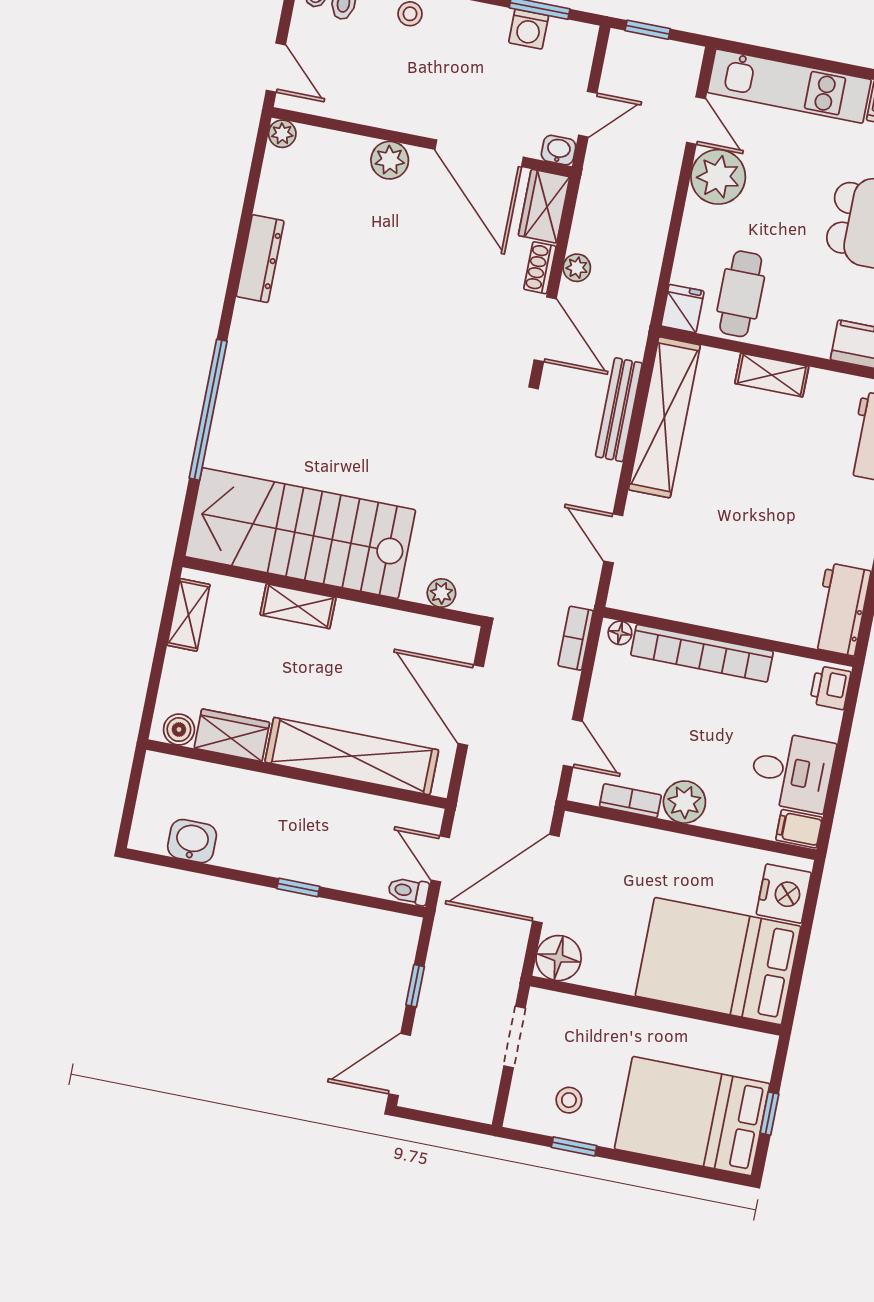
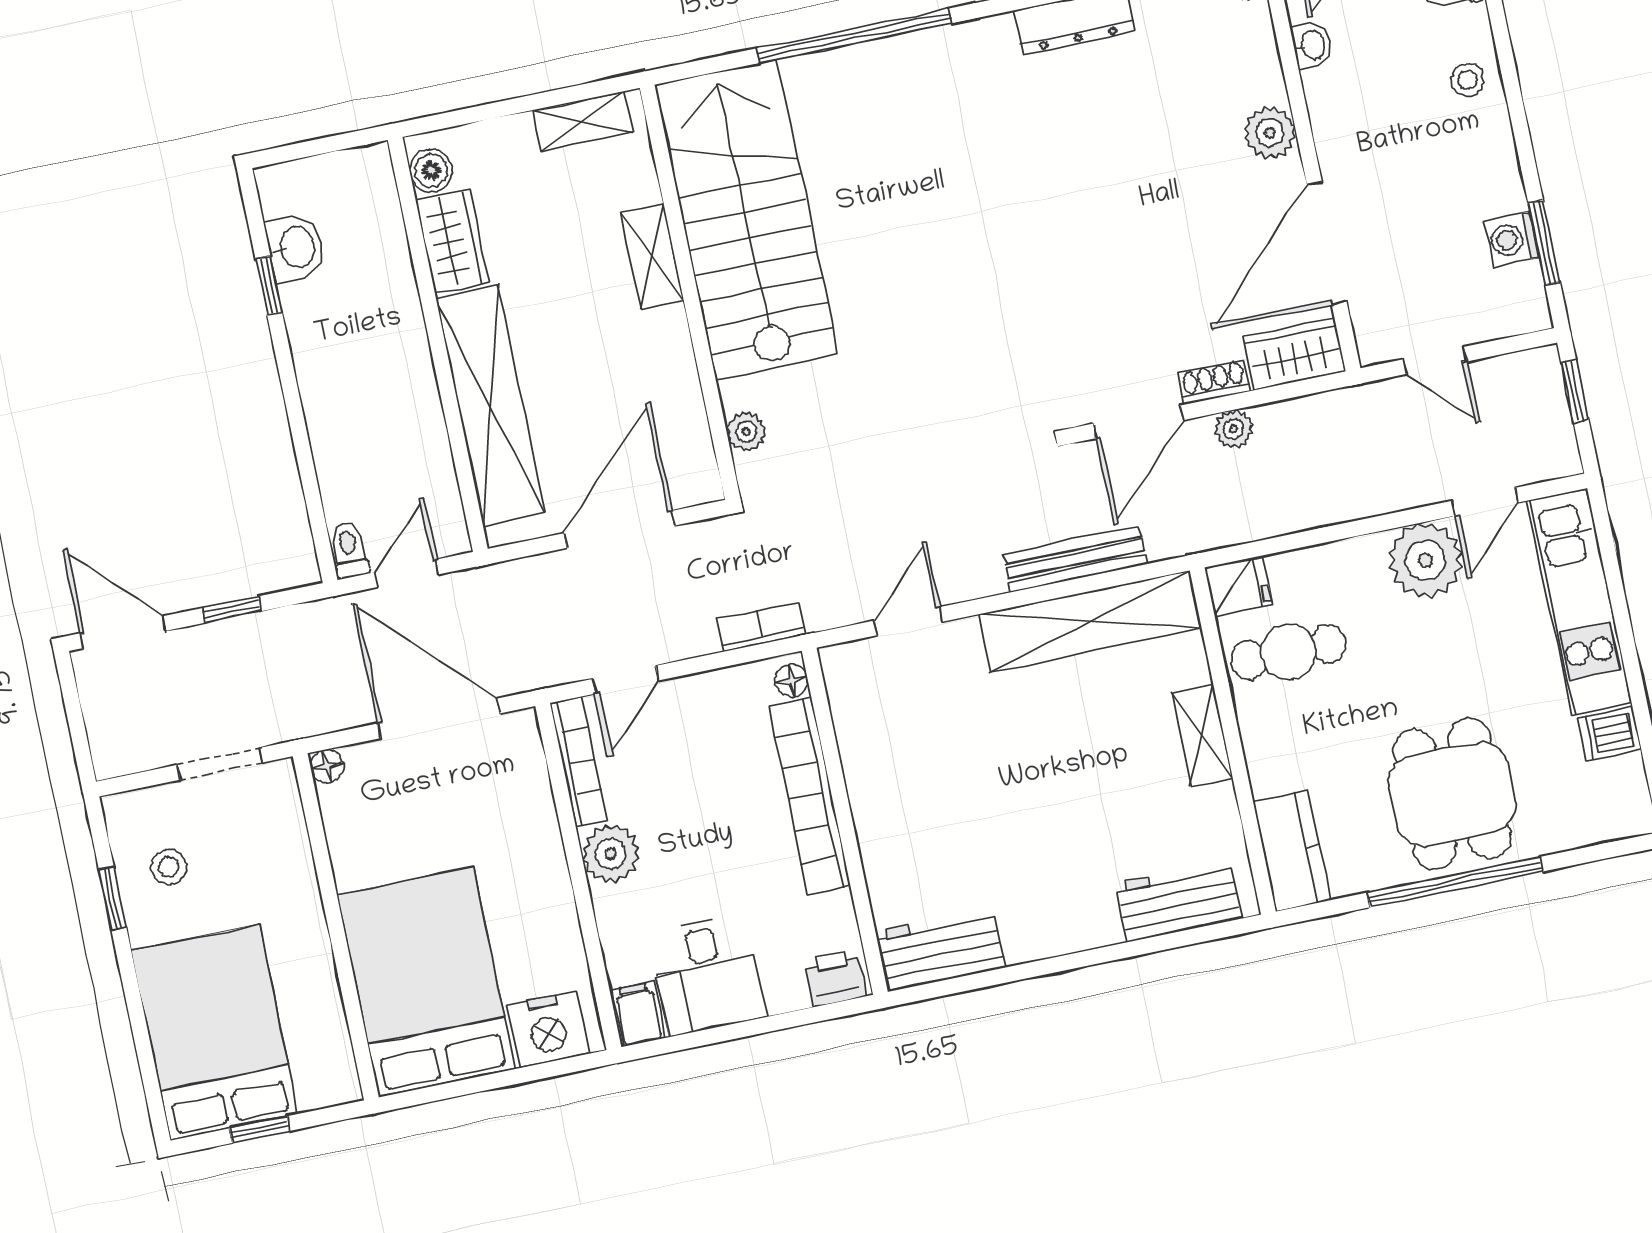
washbasin: (559, 150) -> (1312, 45), moved
bookcase: (630, 801) -> (579, 762), width x1.56
window: (298, 887) -> (269, 285), moved
floor lamp: (559, 958) -> (327, 766), width x0.53, depth x0.53

